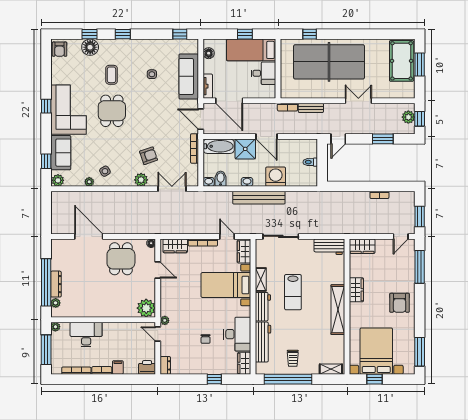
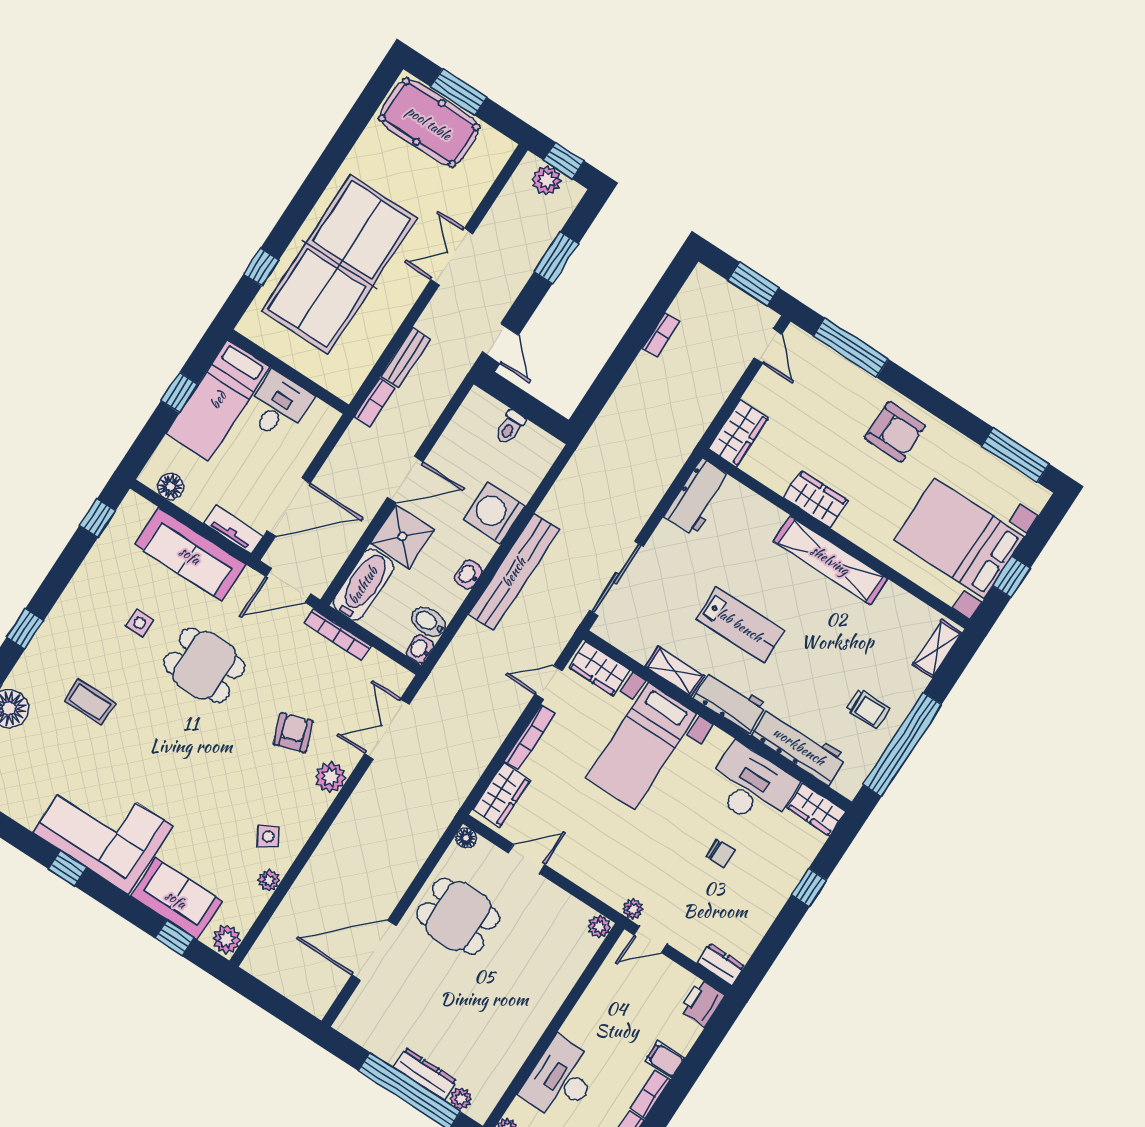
dining table: (112, 111) -> (204, 665), moved
plant: (146, 308) -> (599, 926), width x0.53, depth x0.53

